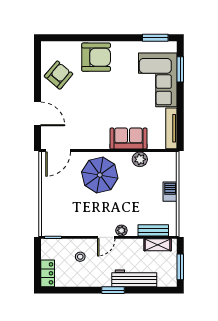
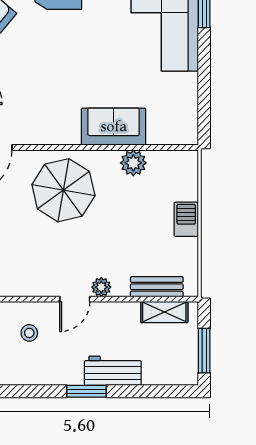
tv unit: (171, 128) -> (189, 109), removed
workbench: (134, 278) -> (113, 371), width x0.73

